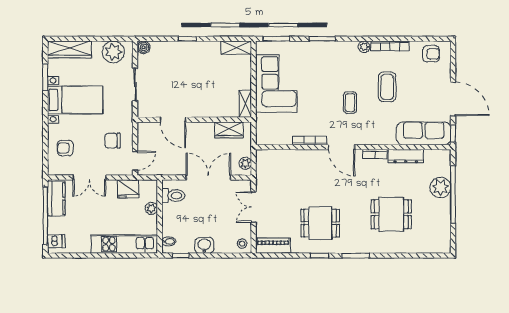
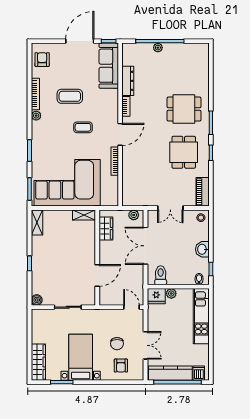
plant: (113, 52) -> (40, 325), removed
corner sofa: (276, 84) -> (67, 183), width x1.36, depth x1.36
chair: (113, 141) -> (117, 344), moved
plant: (440, 187) -> (158, 48), width x0.53, depth x0.53
fridge: (128, 189) -> (156, 296), moved, turned 90
kitchen counter: (56, 199) -> (170, 373), width x1.50
dining table: (391, 214) -> (184, 109), moved, turned 90

